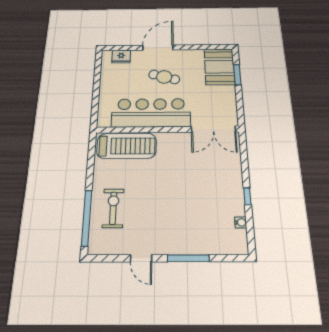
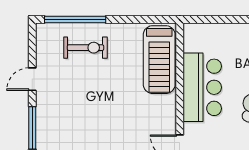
bar counter: (151, 113) -> (202, 87), width x0.73

